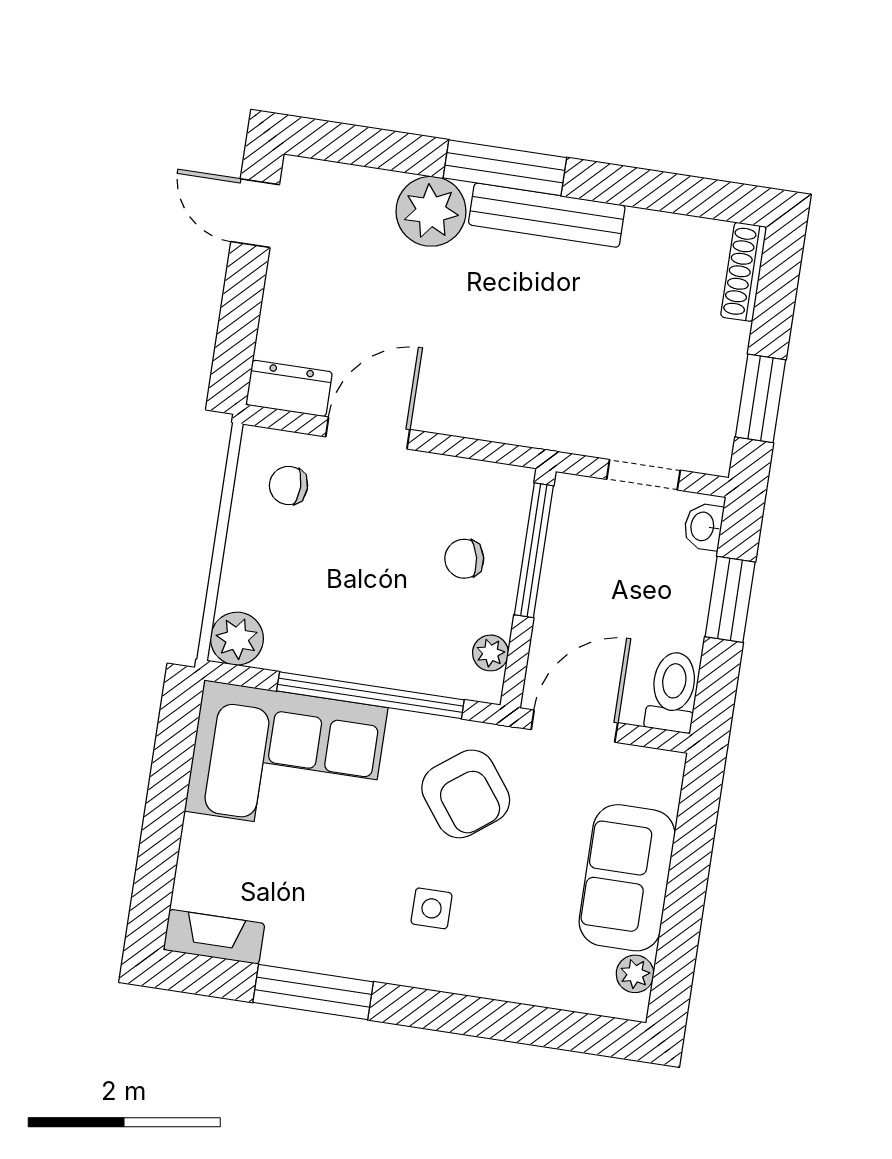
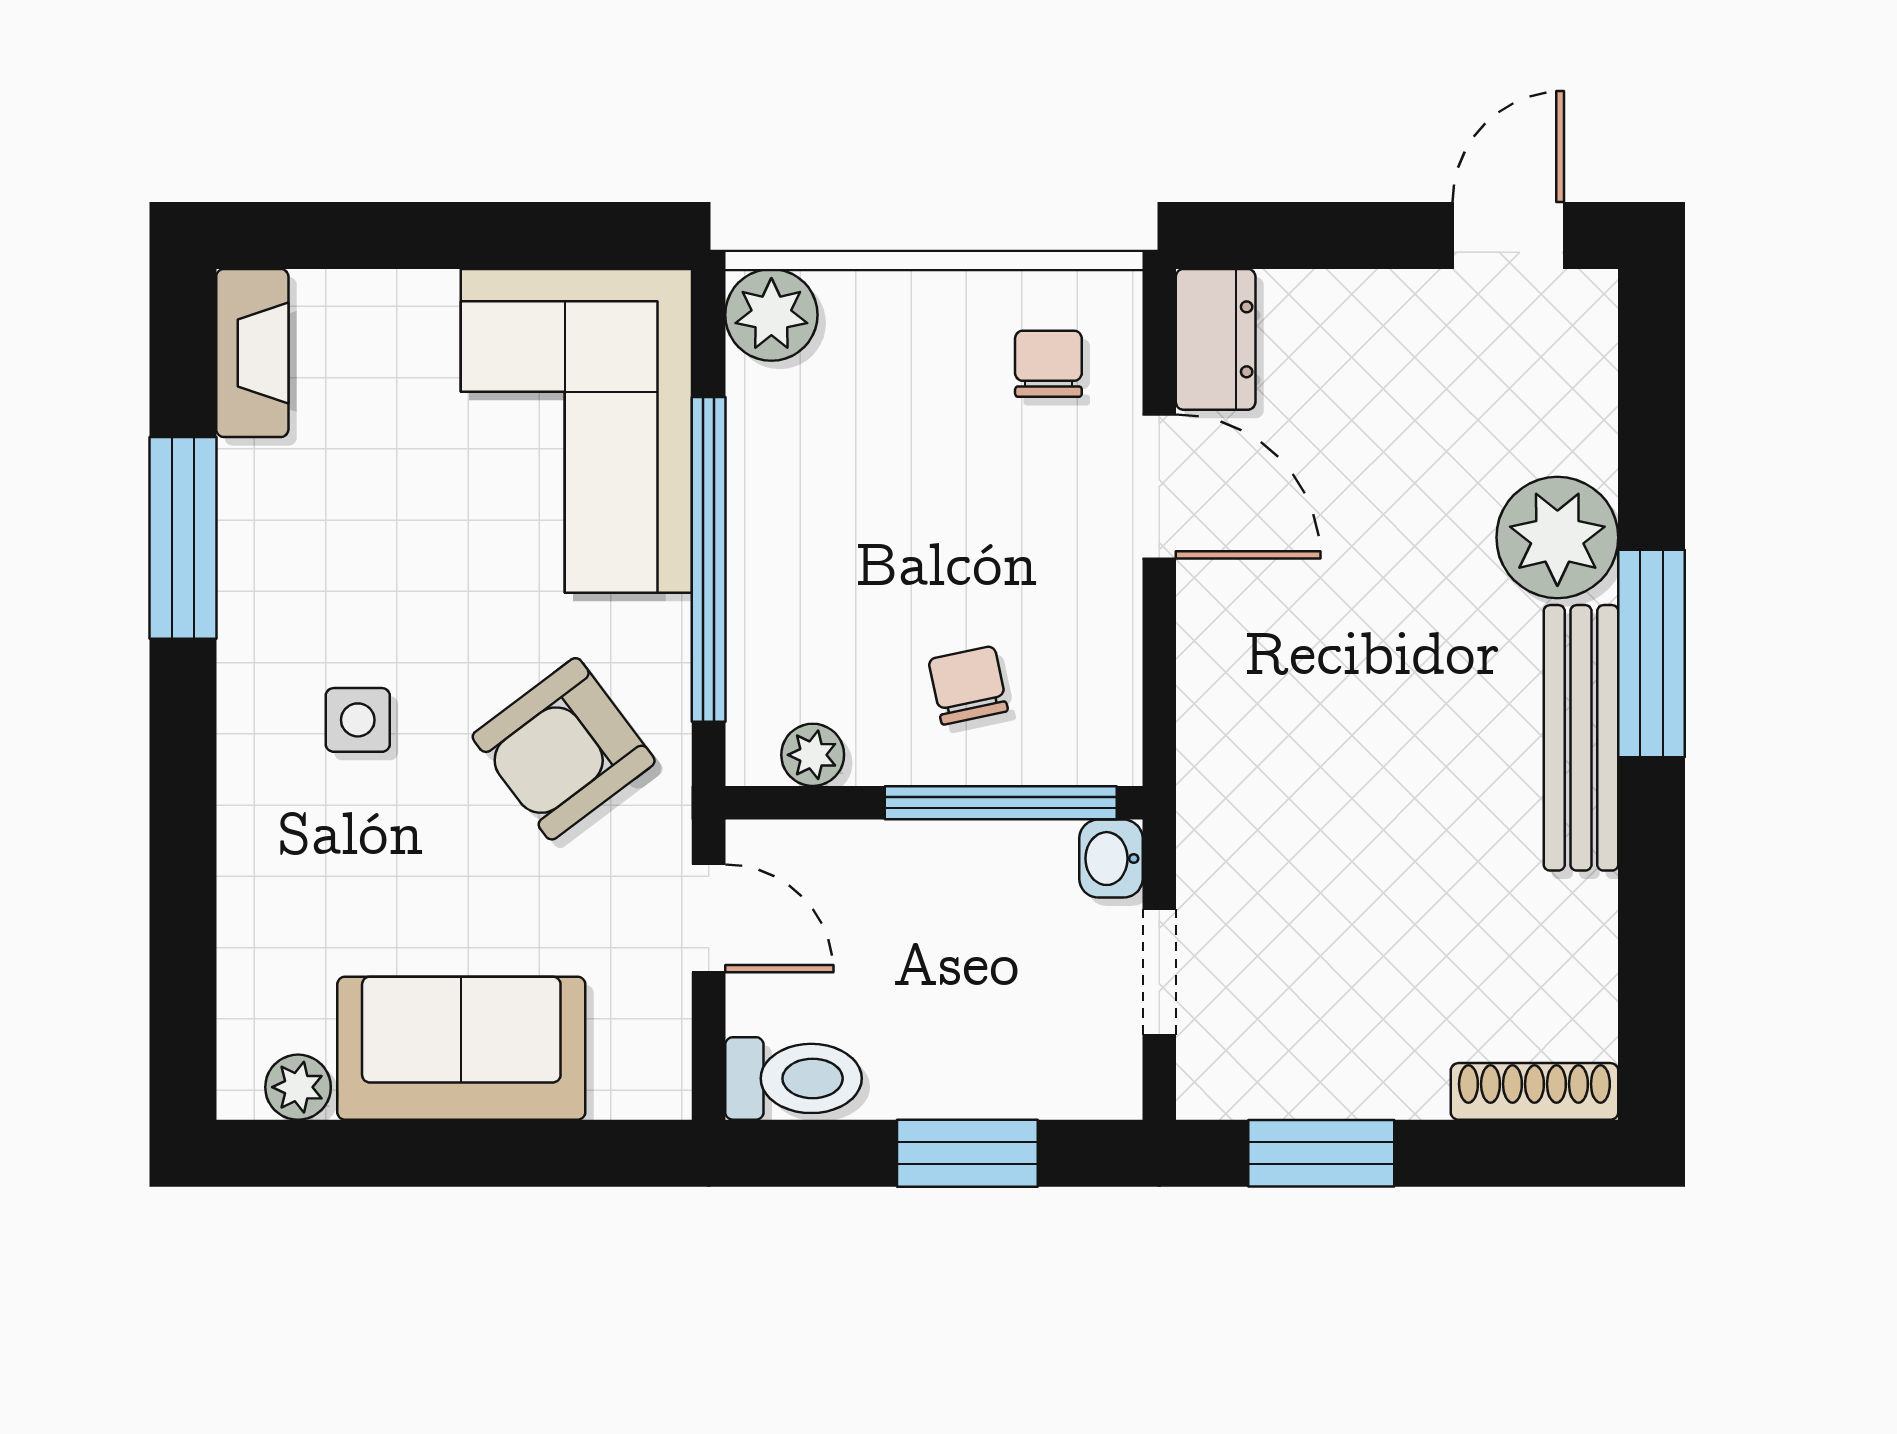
washbasin: (703, 527) -> (1111, 859), moved, turned -90
door: (574, 726) -> (709, 918), width x0.73

